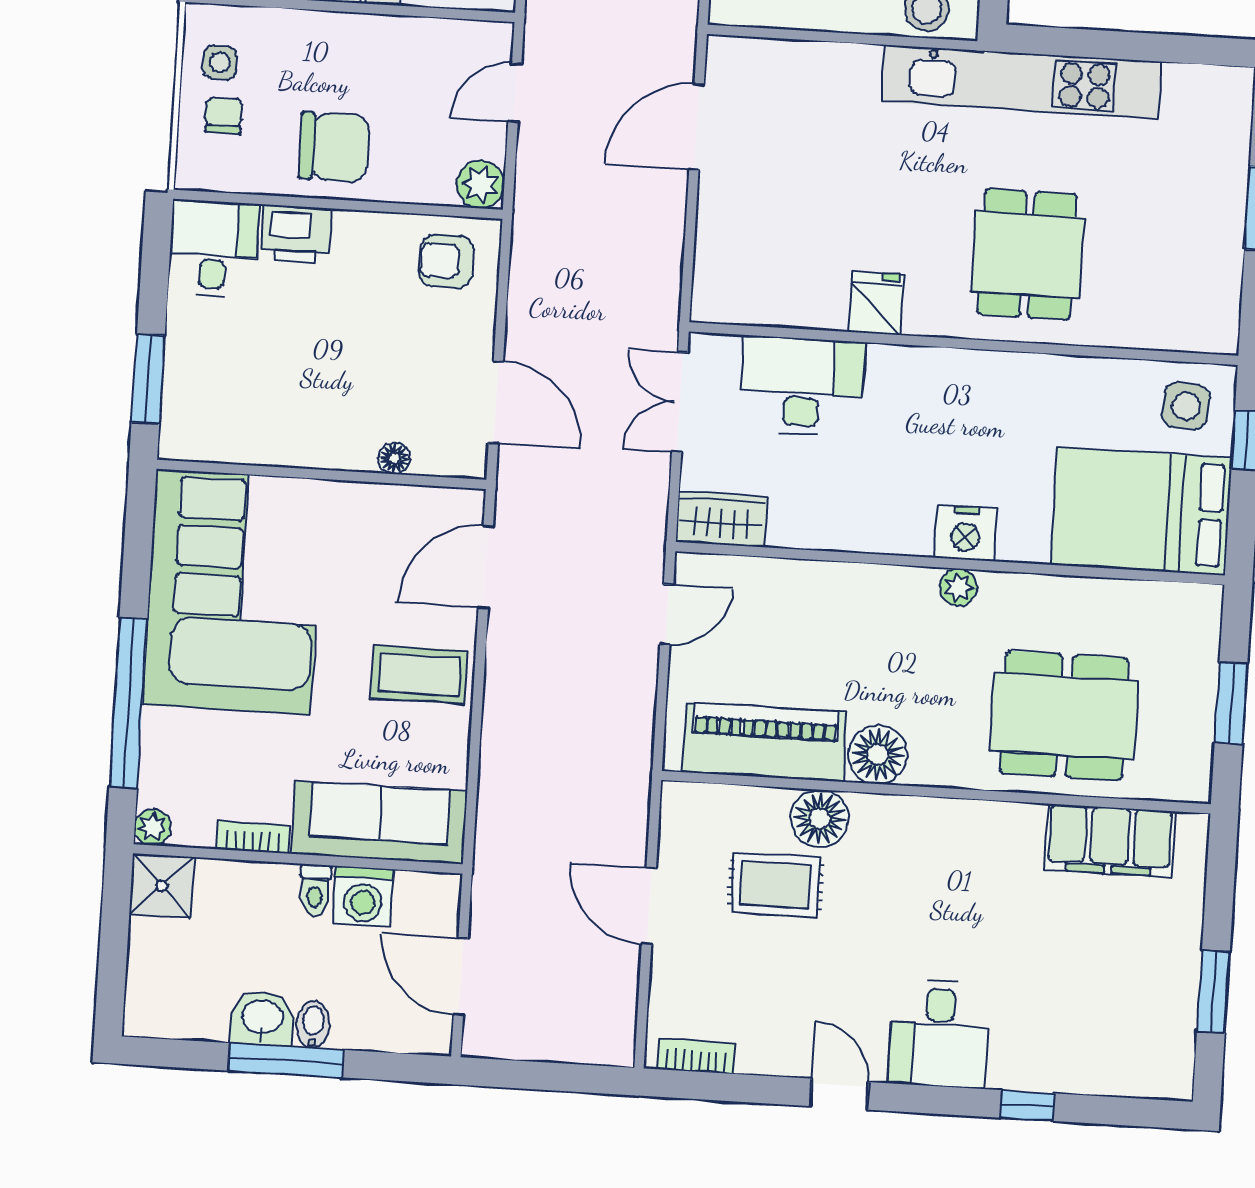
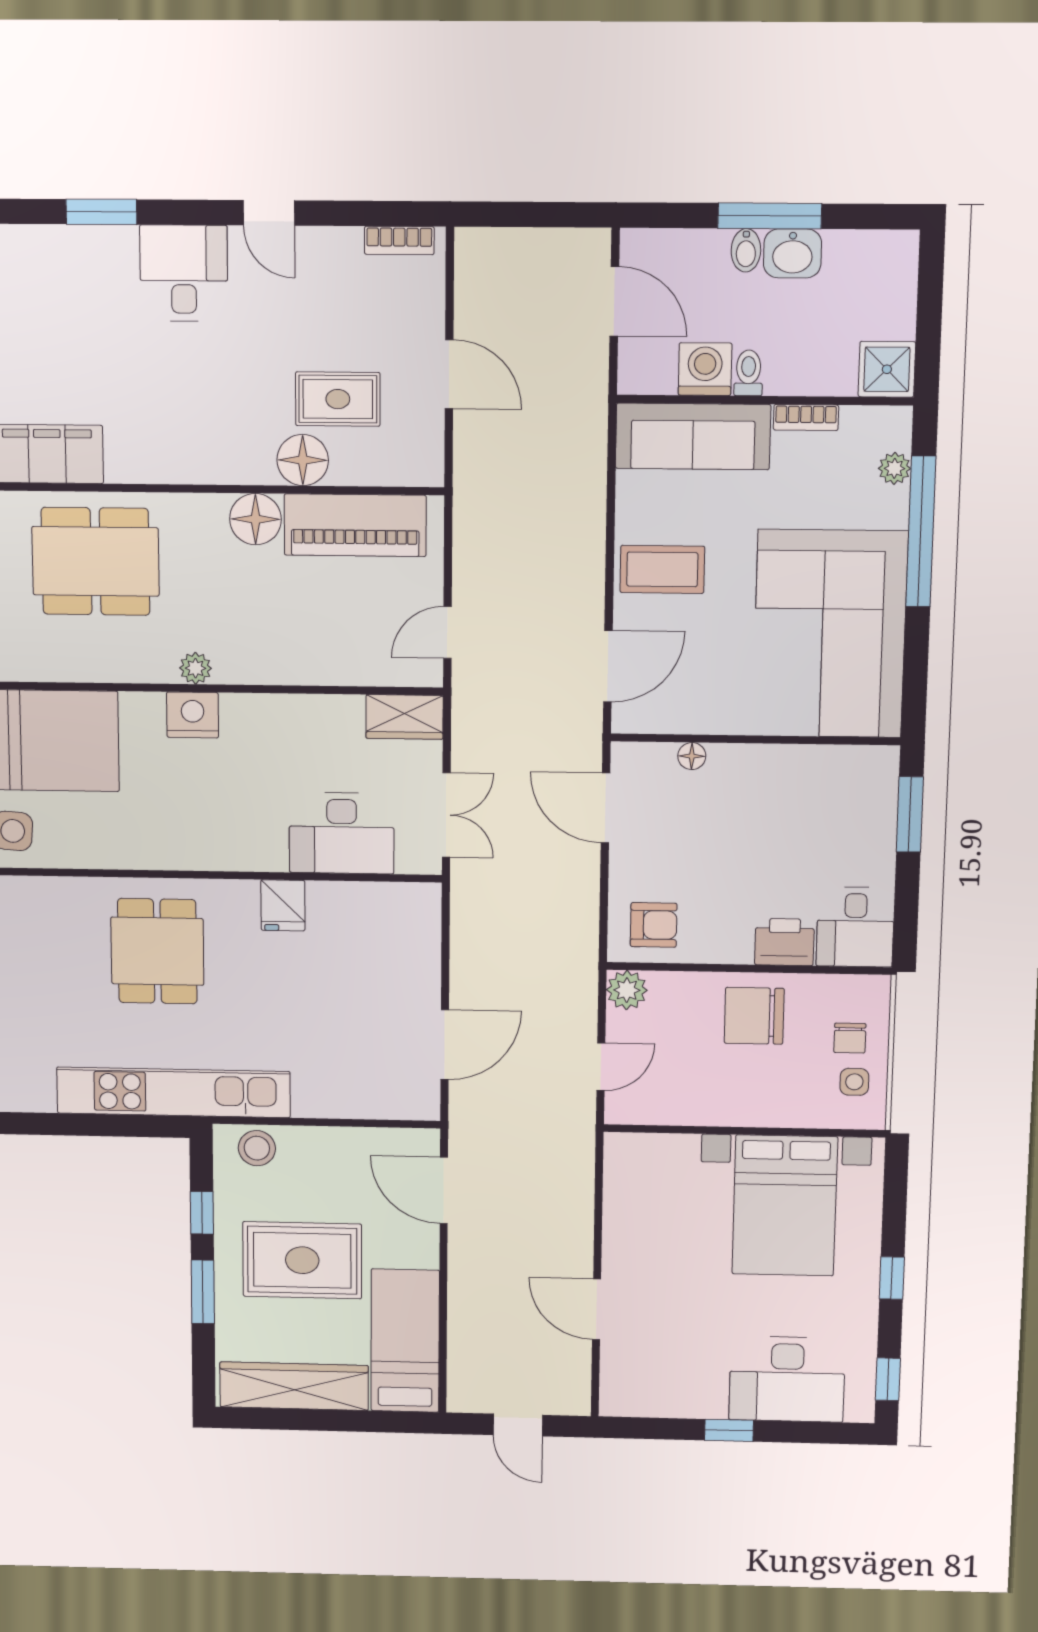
plant: (153, 827) -> (895, 468), moved
window: (1027, 1106) -> (101, 212), width x1.50

